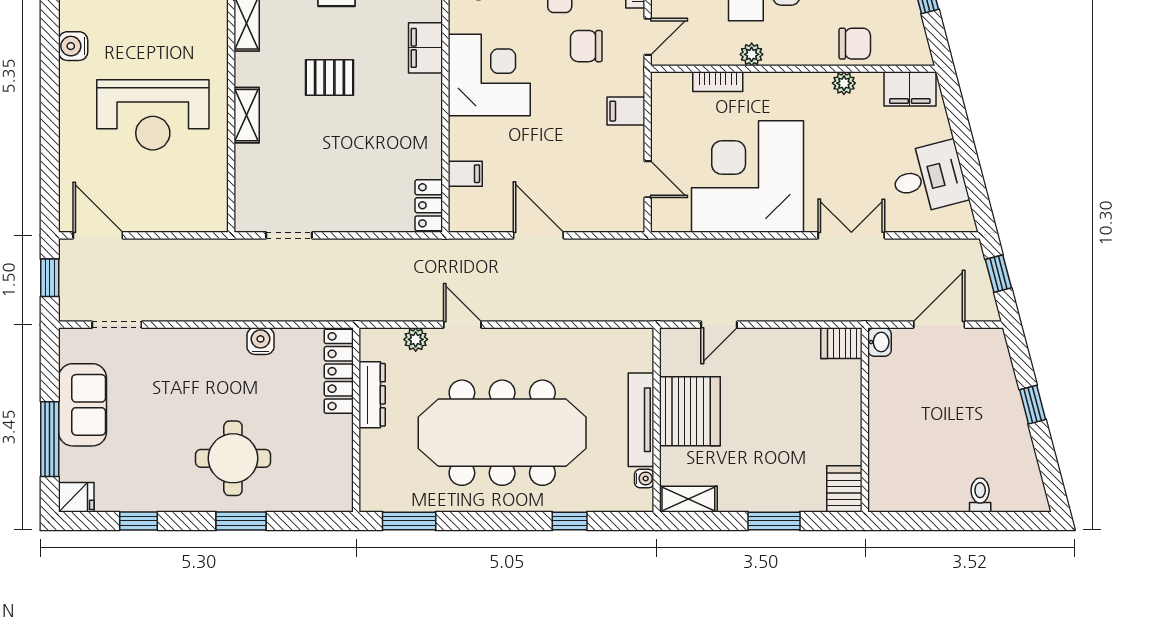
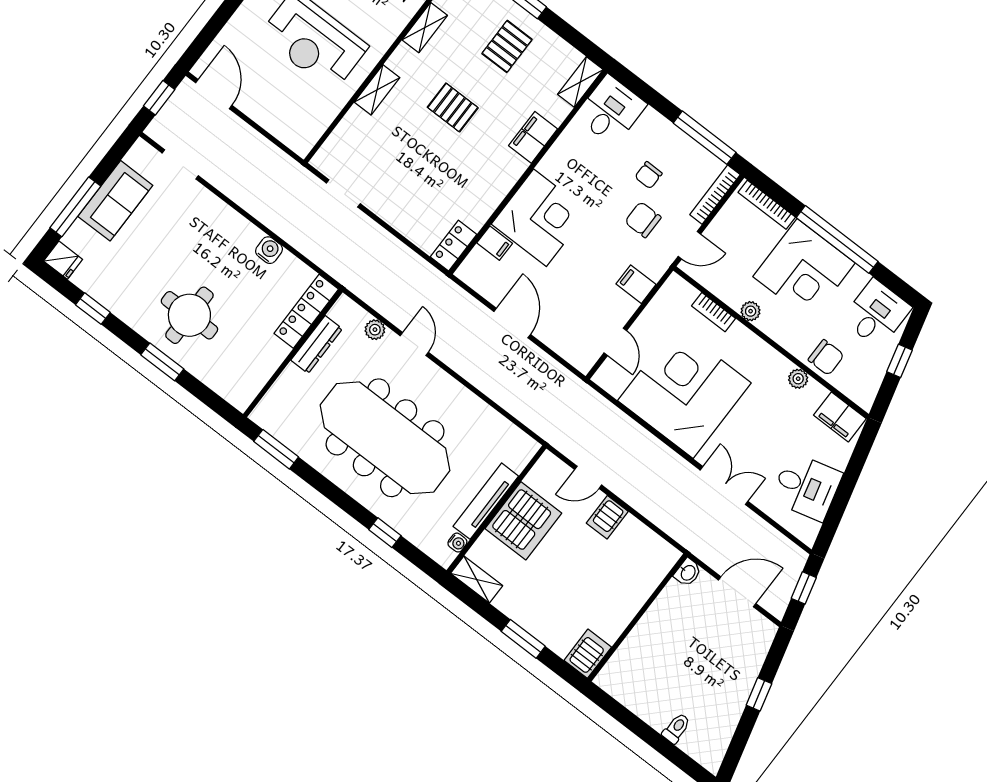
corner desk: (489, 75) -> (540, 218), moved
server rack: (841, 343) -> (607, 517), moved, turned -90

